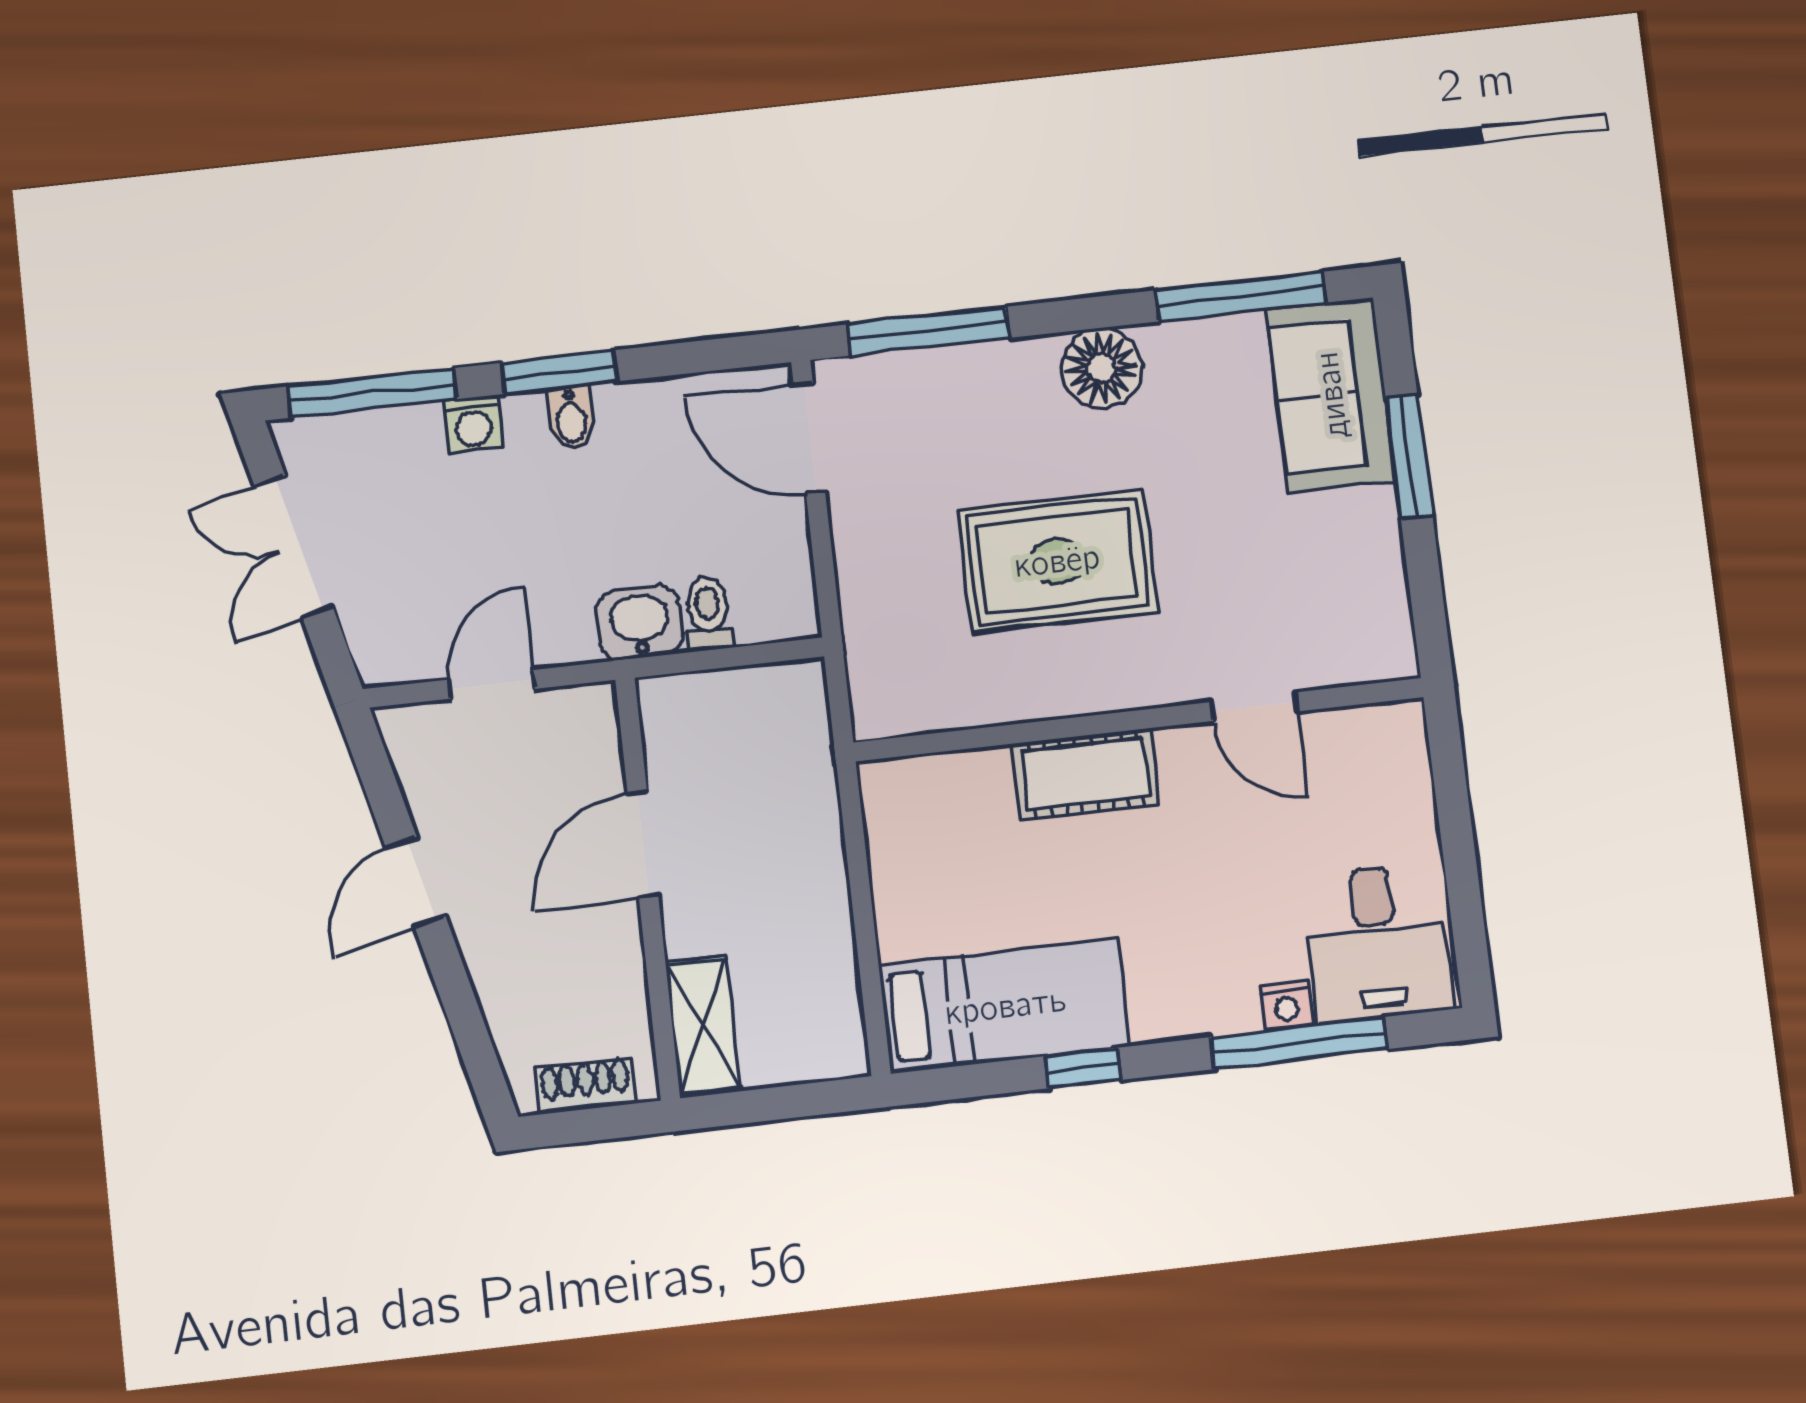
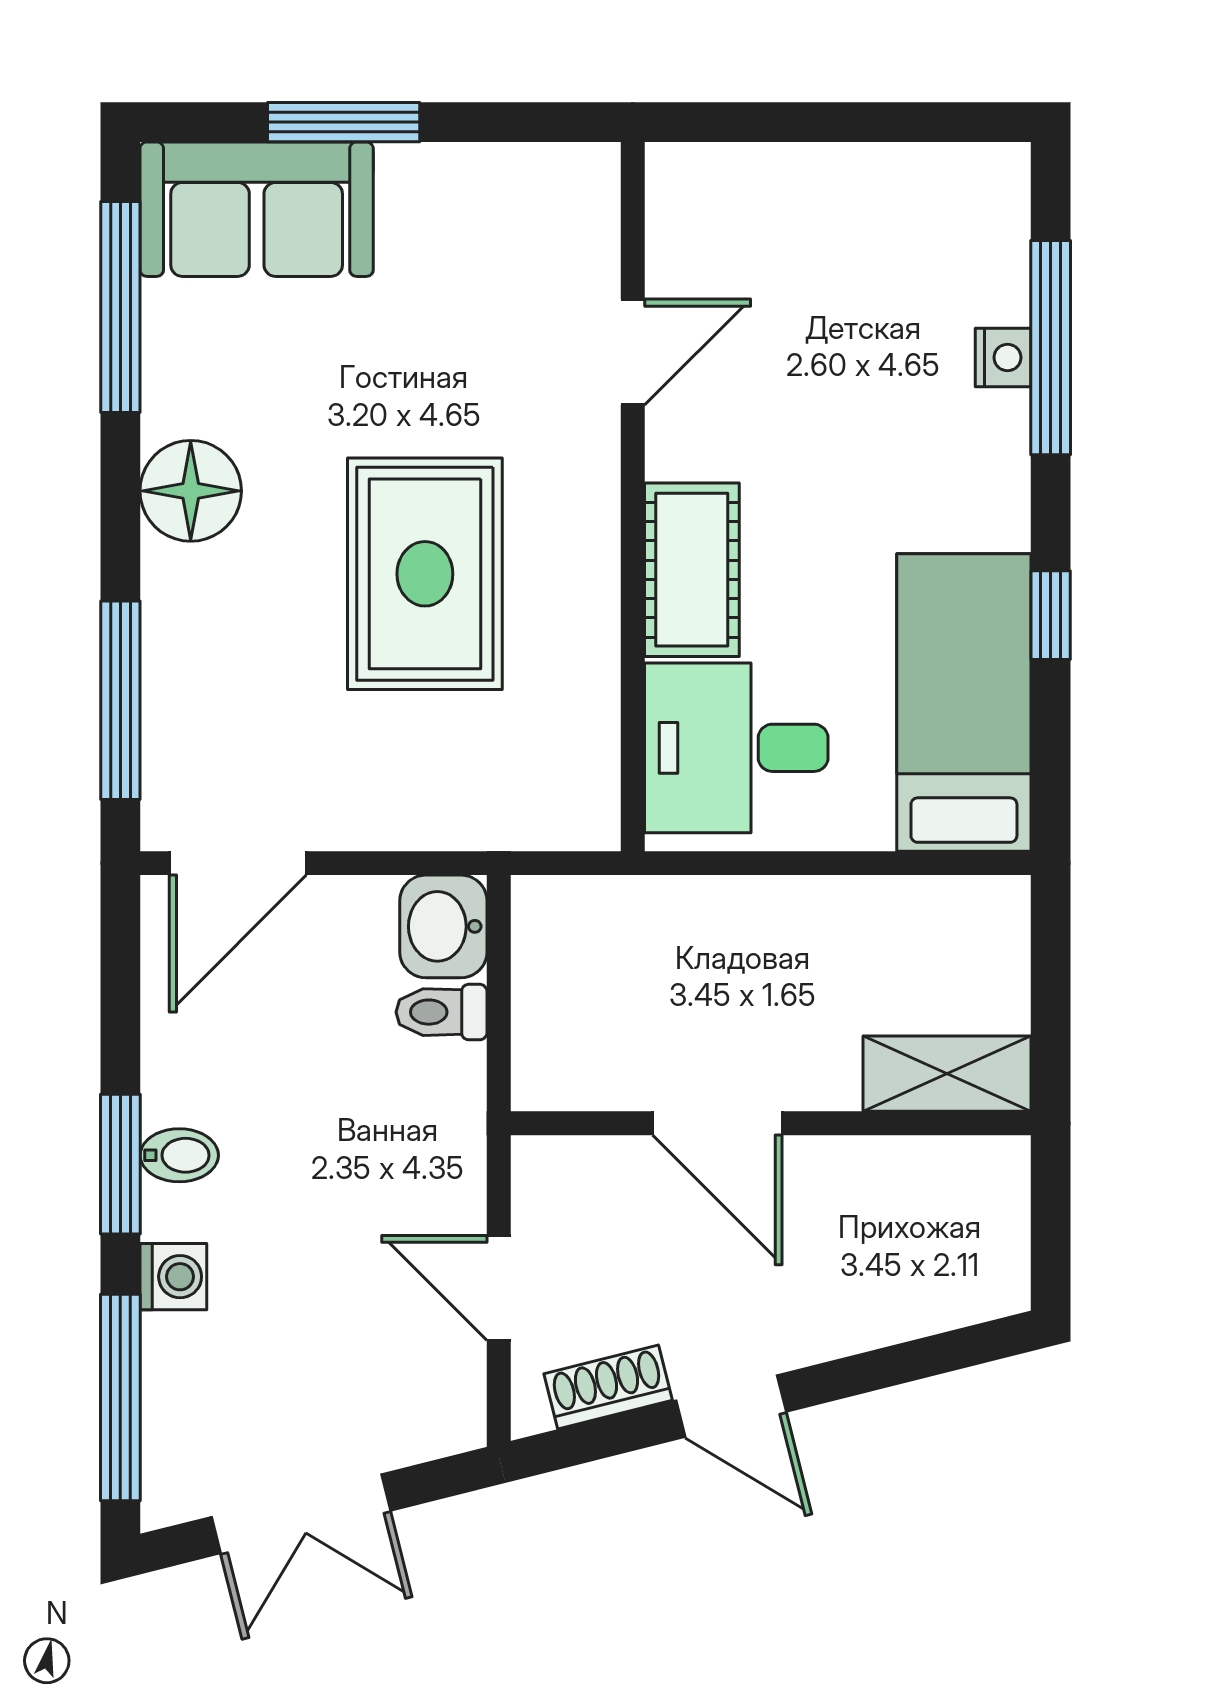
washbasin: (640, 623) -> (443, 926), moved
desk: (1377, 943) -> (736, 748), moved, turned 180
shoe rack: (585, 1086) -> (608, 1387), moved, turned 76

